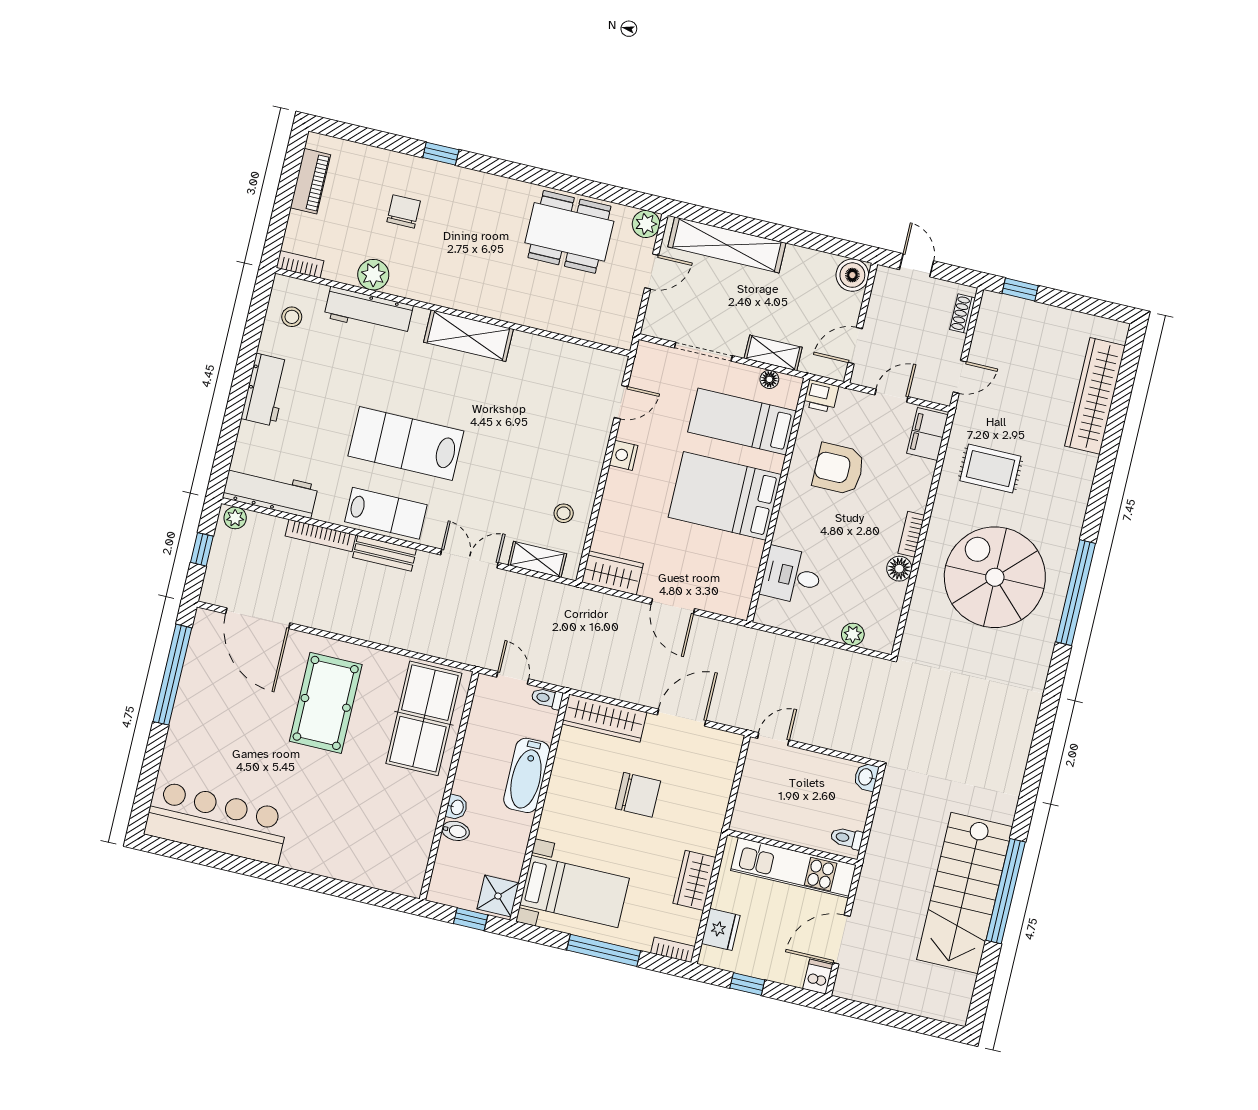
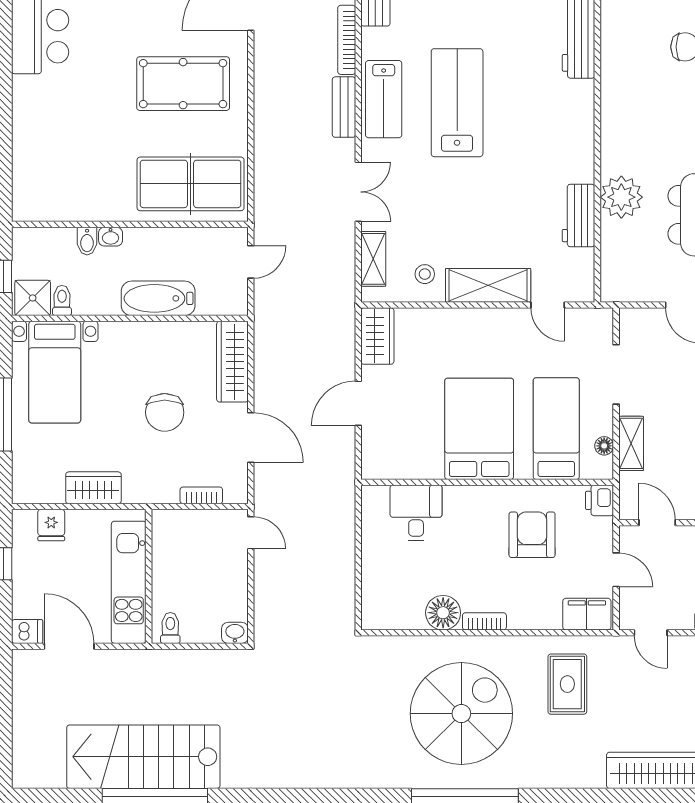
plant: (373, 275) -> (621, 197), moved, width x1.36, depth x1.36
shelving: (468, 336) -> (488, 285), moved, turned 90
workbench: (542, 352) -> (578, 215), added
nightstand: (623, 455) -> (496, 320), removed
floor lamp: (899, 569) -> (443, 613), width x1.38, depth x1.38
plant: (853, 634) -> (372, 587), removed
toilet: (547, 698) -> (62, 301), moved
fridge: (721, 929) -> (51, 525), width x0.72
bookcase: (673, 950) -> (201, 495), moved, turned -90

